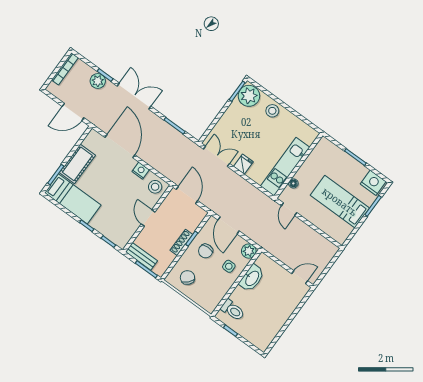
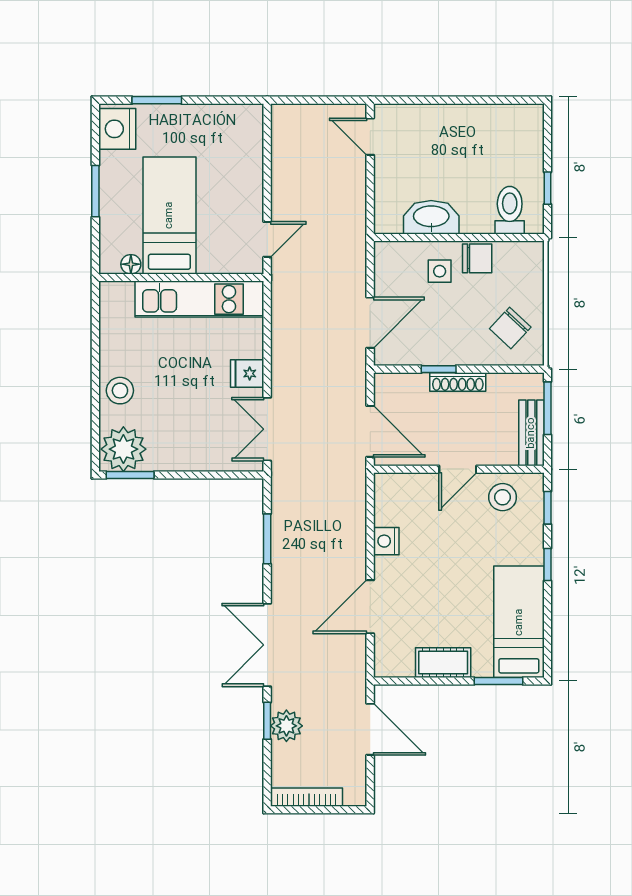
door: (120, 146) -> (370, 607), width x0.73
cot: (77, 164) -> (443, 663), width x0.73, depth x0.75
floor lamp: (293, 183) -> (131, 264), moved
stool: (155, 187) -> (503, 497), moved
door: (187, 195) -> (370, 431), swing flipped
bed: (340, 202) -> (169, 215), moved, turned 180
chair: (206, 251) -> (477, 258), moved
plant: (249, 251) -> (389, 256), removed

